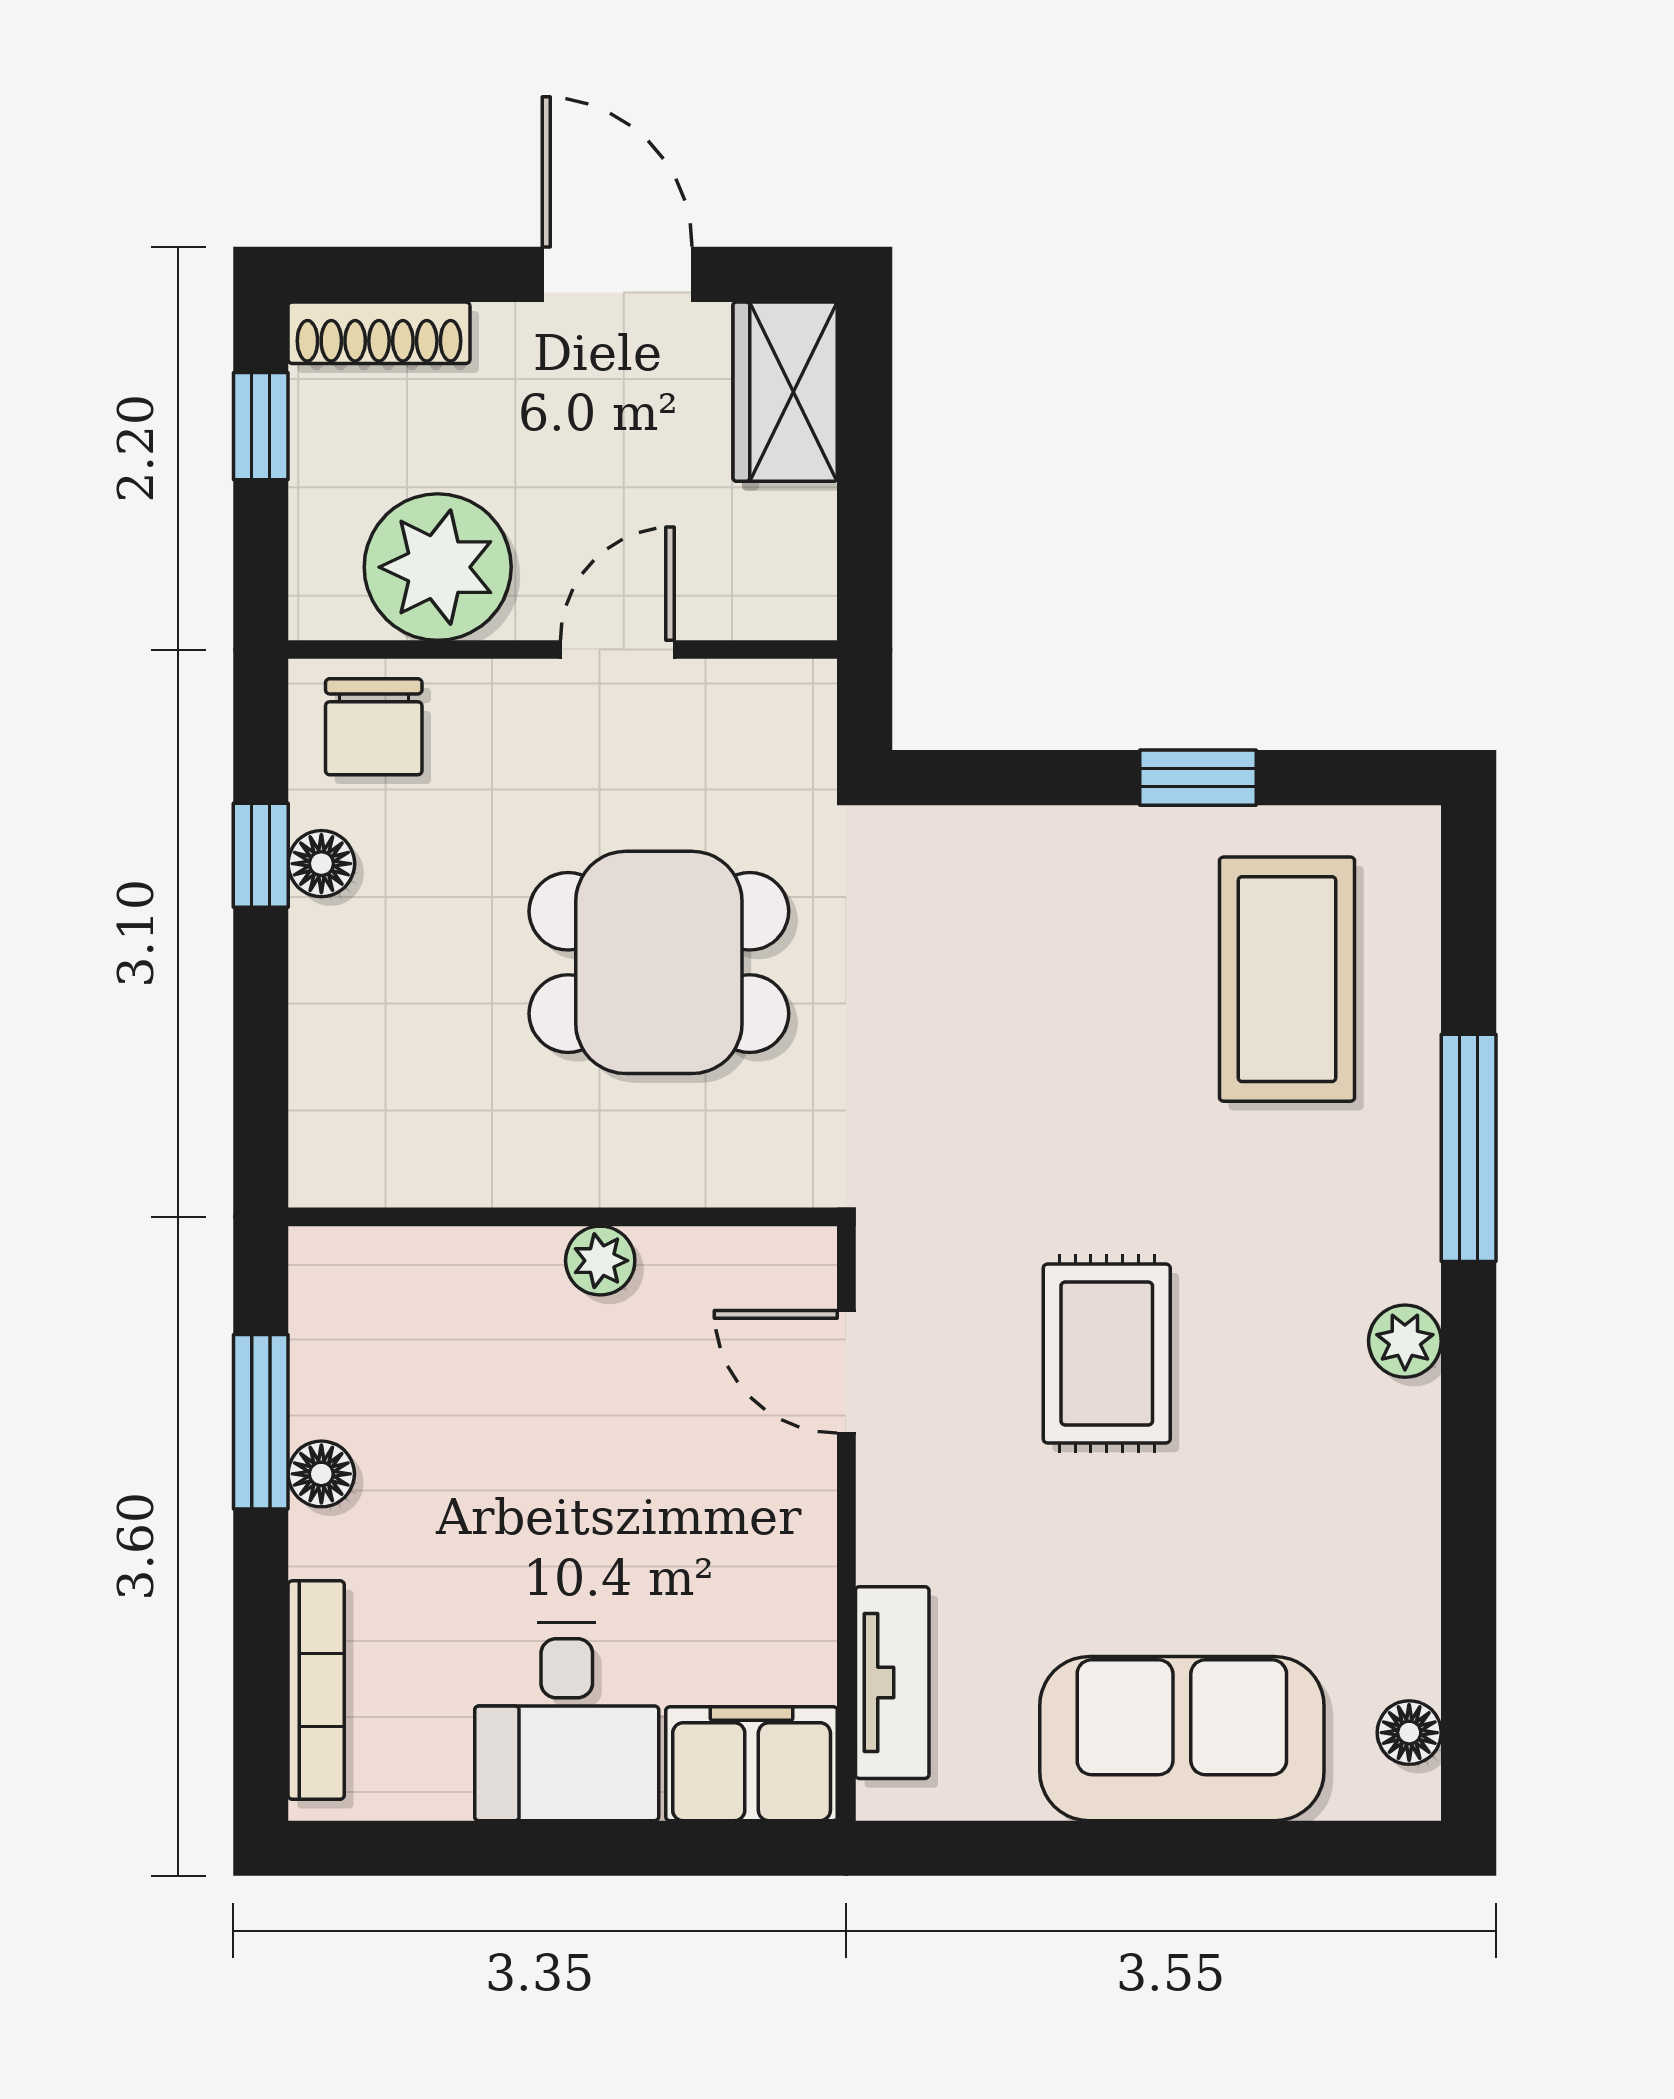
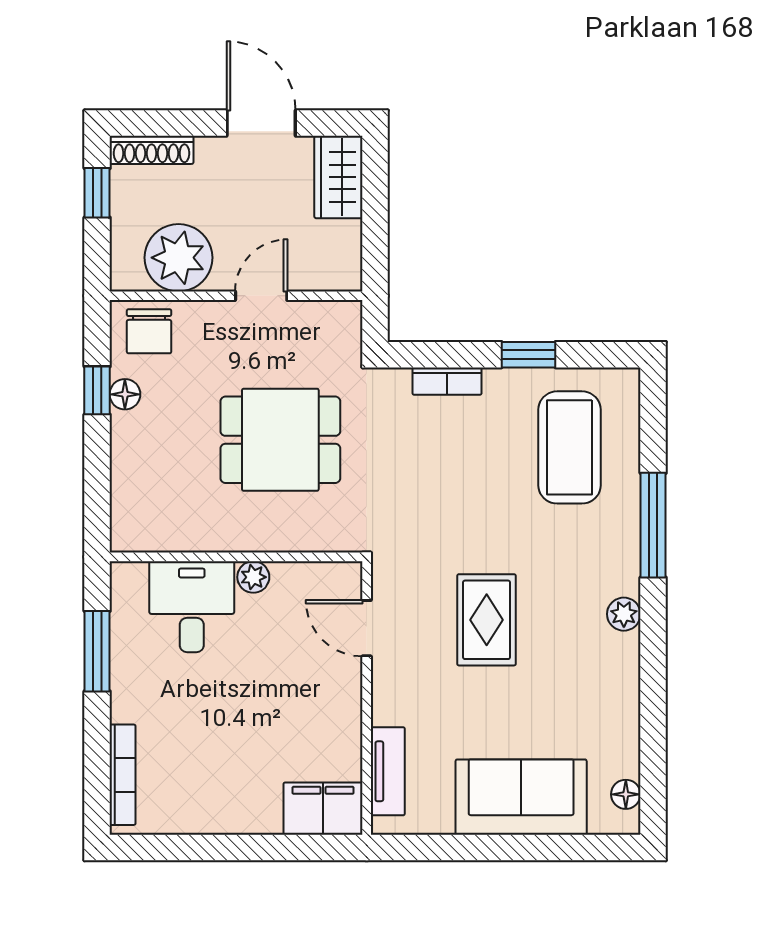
bookcase: (1021, 835) -> (447, 381), added
floor lamp: (321, 1474) -> (125, 675), removed
desk: (567, 1722) -> (192, 607), moved, turned 180

